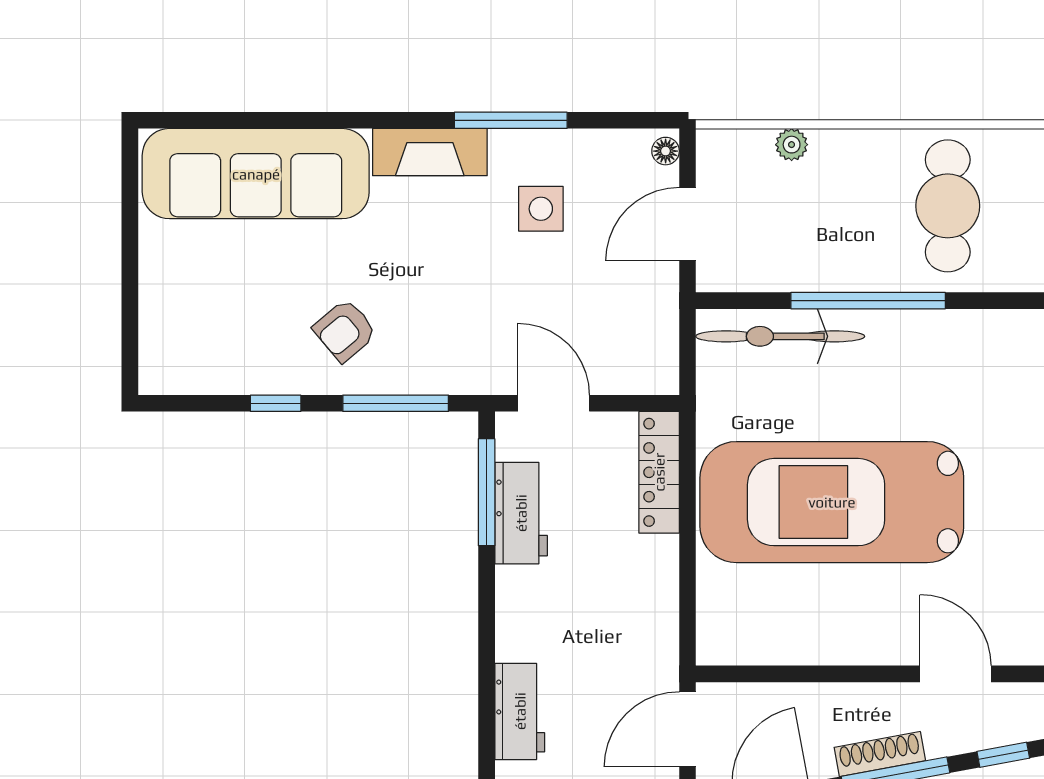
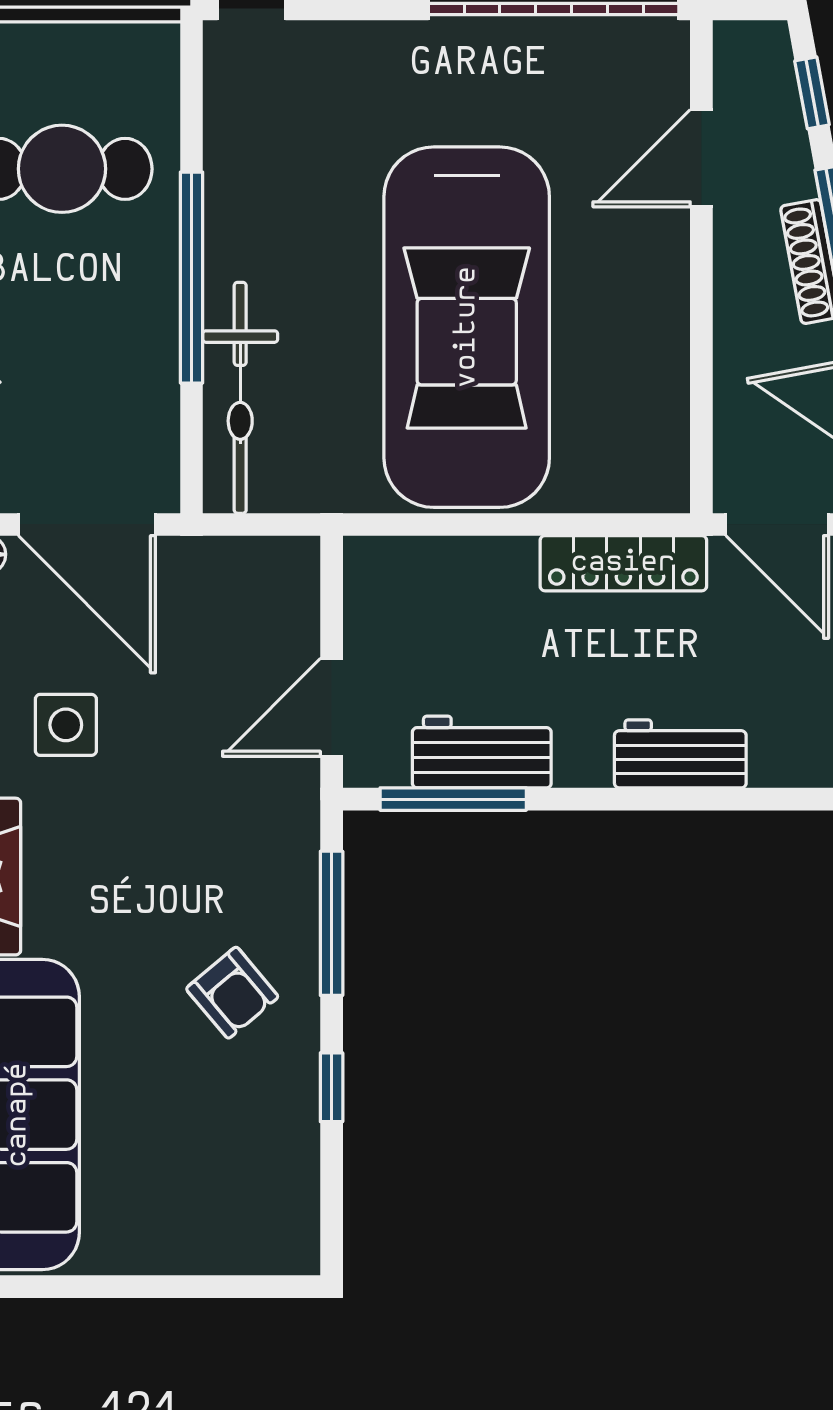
door: (687, 224) -> (87, 524), width x1.36
locker: (659, 472) -> (623, 563), moved
workbench: (520, 711) -> (680, 754), moved

